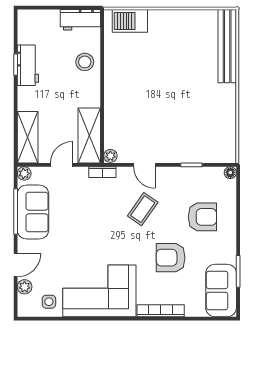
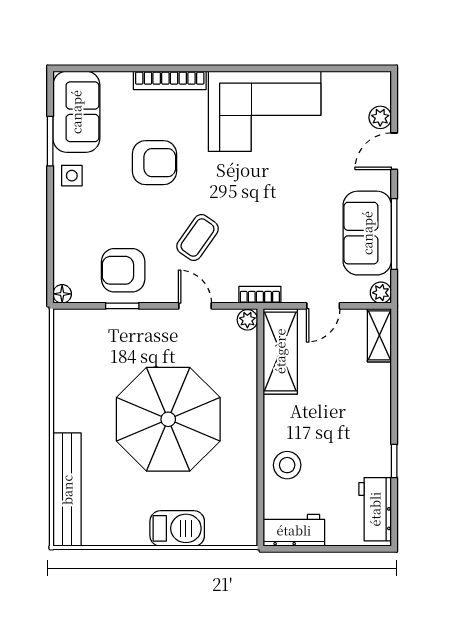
barbecue: (130, 21) -> (177, 528), moved
workbench: (28, 65) -> (375, 509), moved
parasol: (162, 92) -> (168, 419), added
shelving: (28, 137) -> (379, 335), width x0.67, depth x0.75
armchair: (202, 217) -> (123, 270), moved
side table: (49, 302) -> (72, 176), moved

